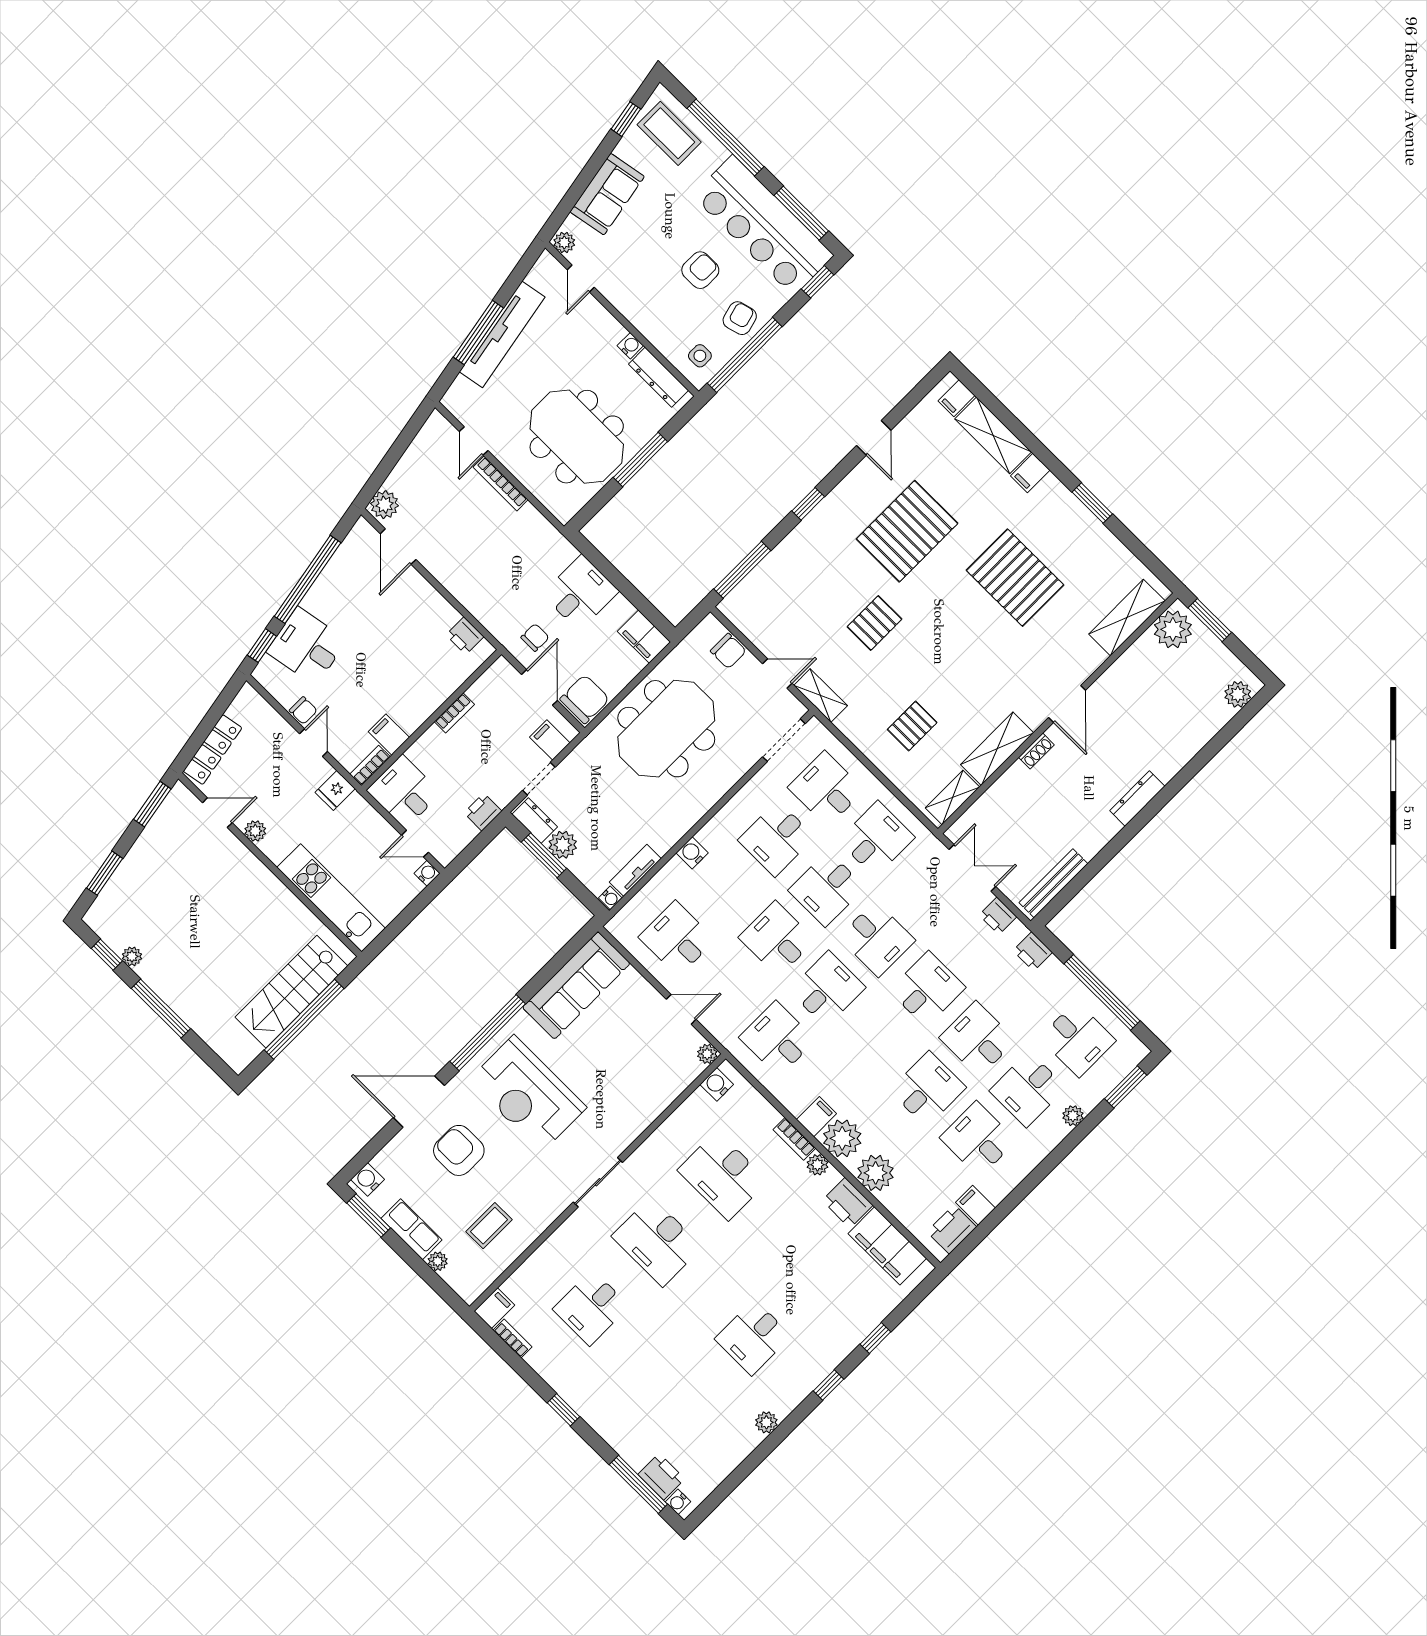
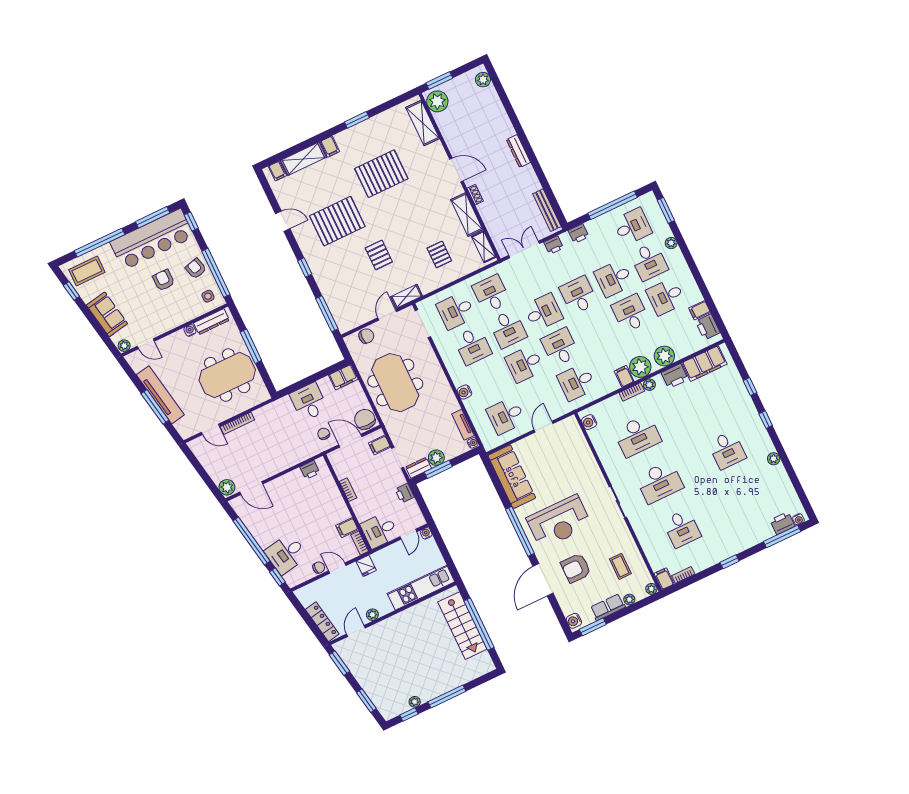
pallet: (907, 531) -> (337, 221), turned 90
plant: (707, 1054) -> (651, 589), moved

